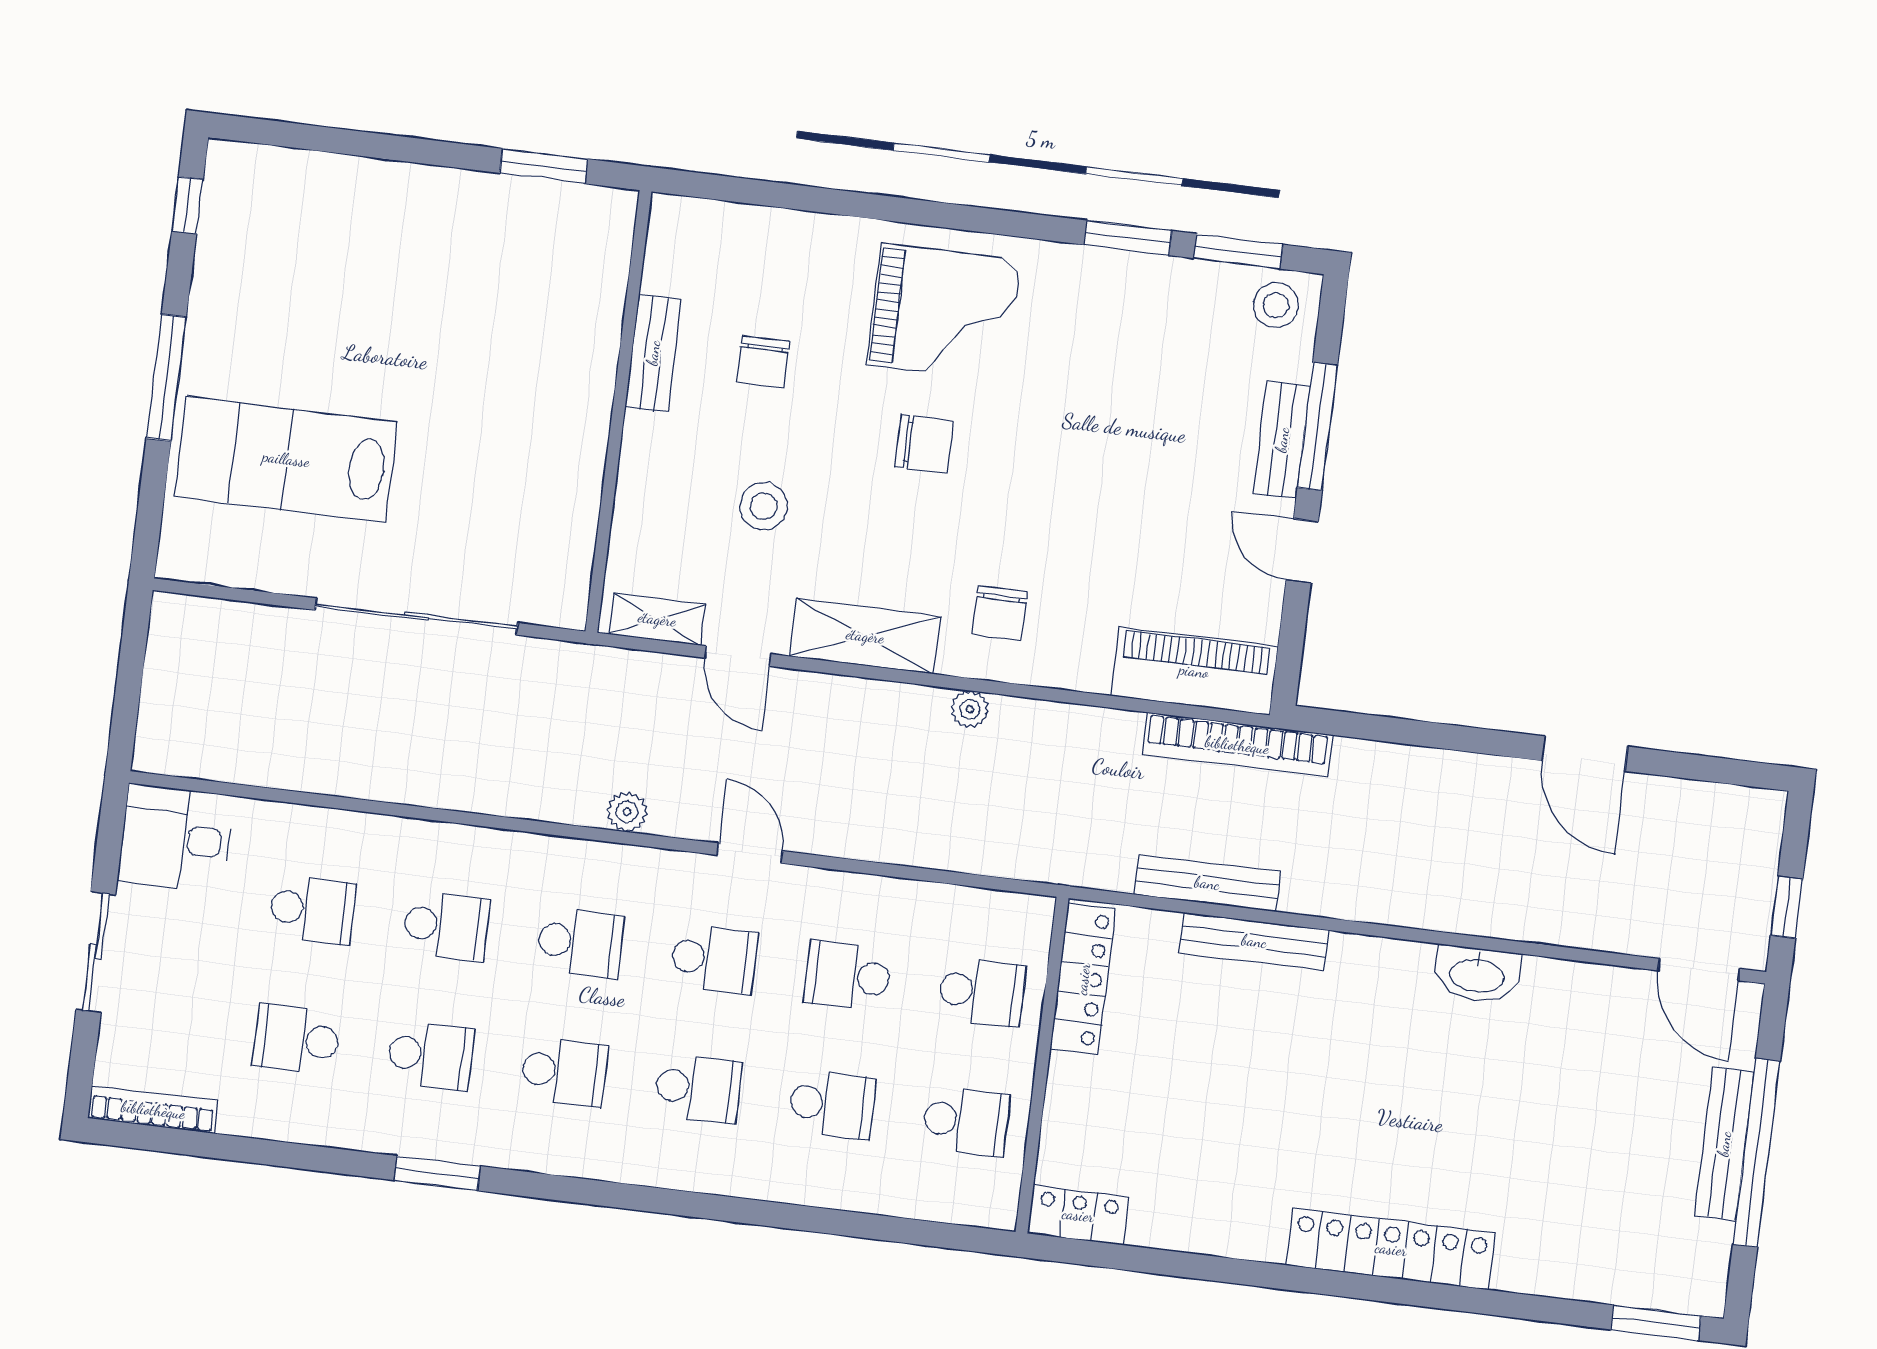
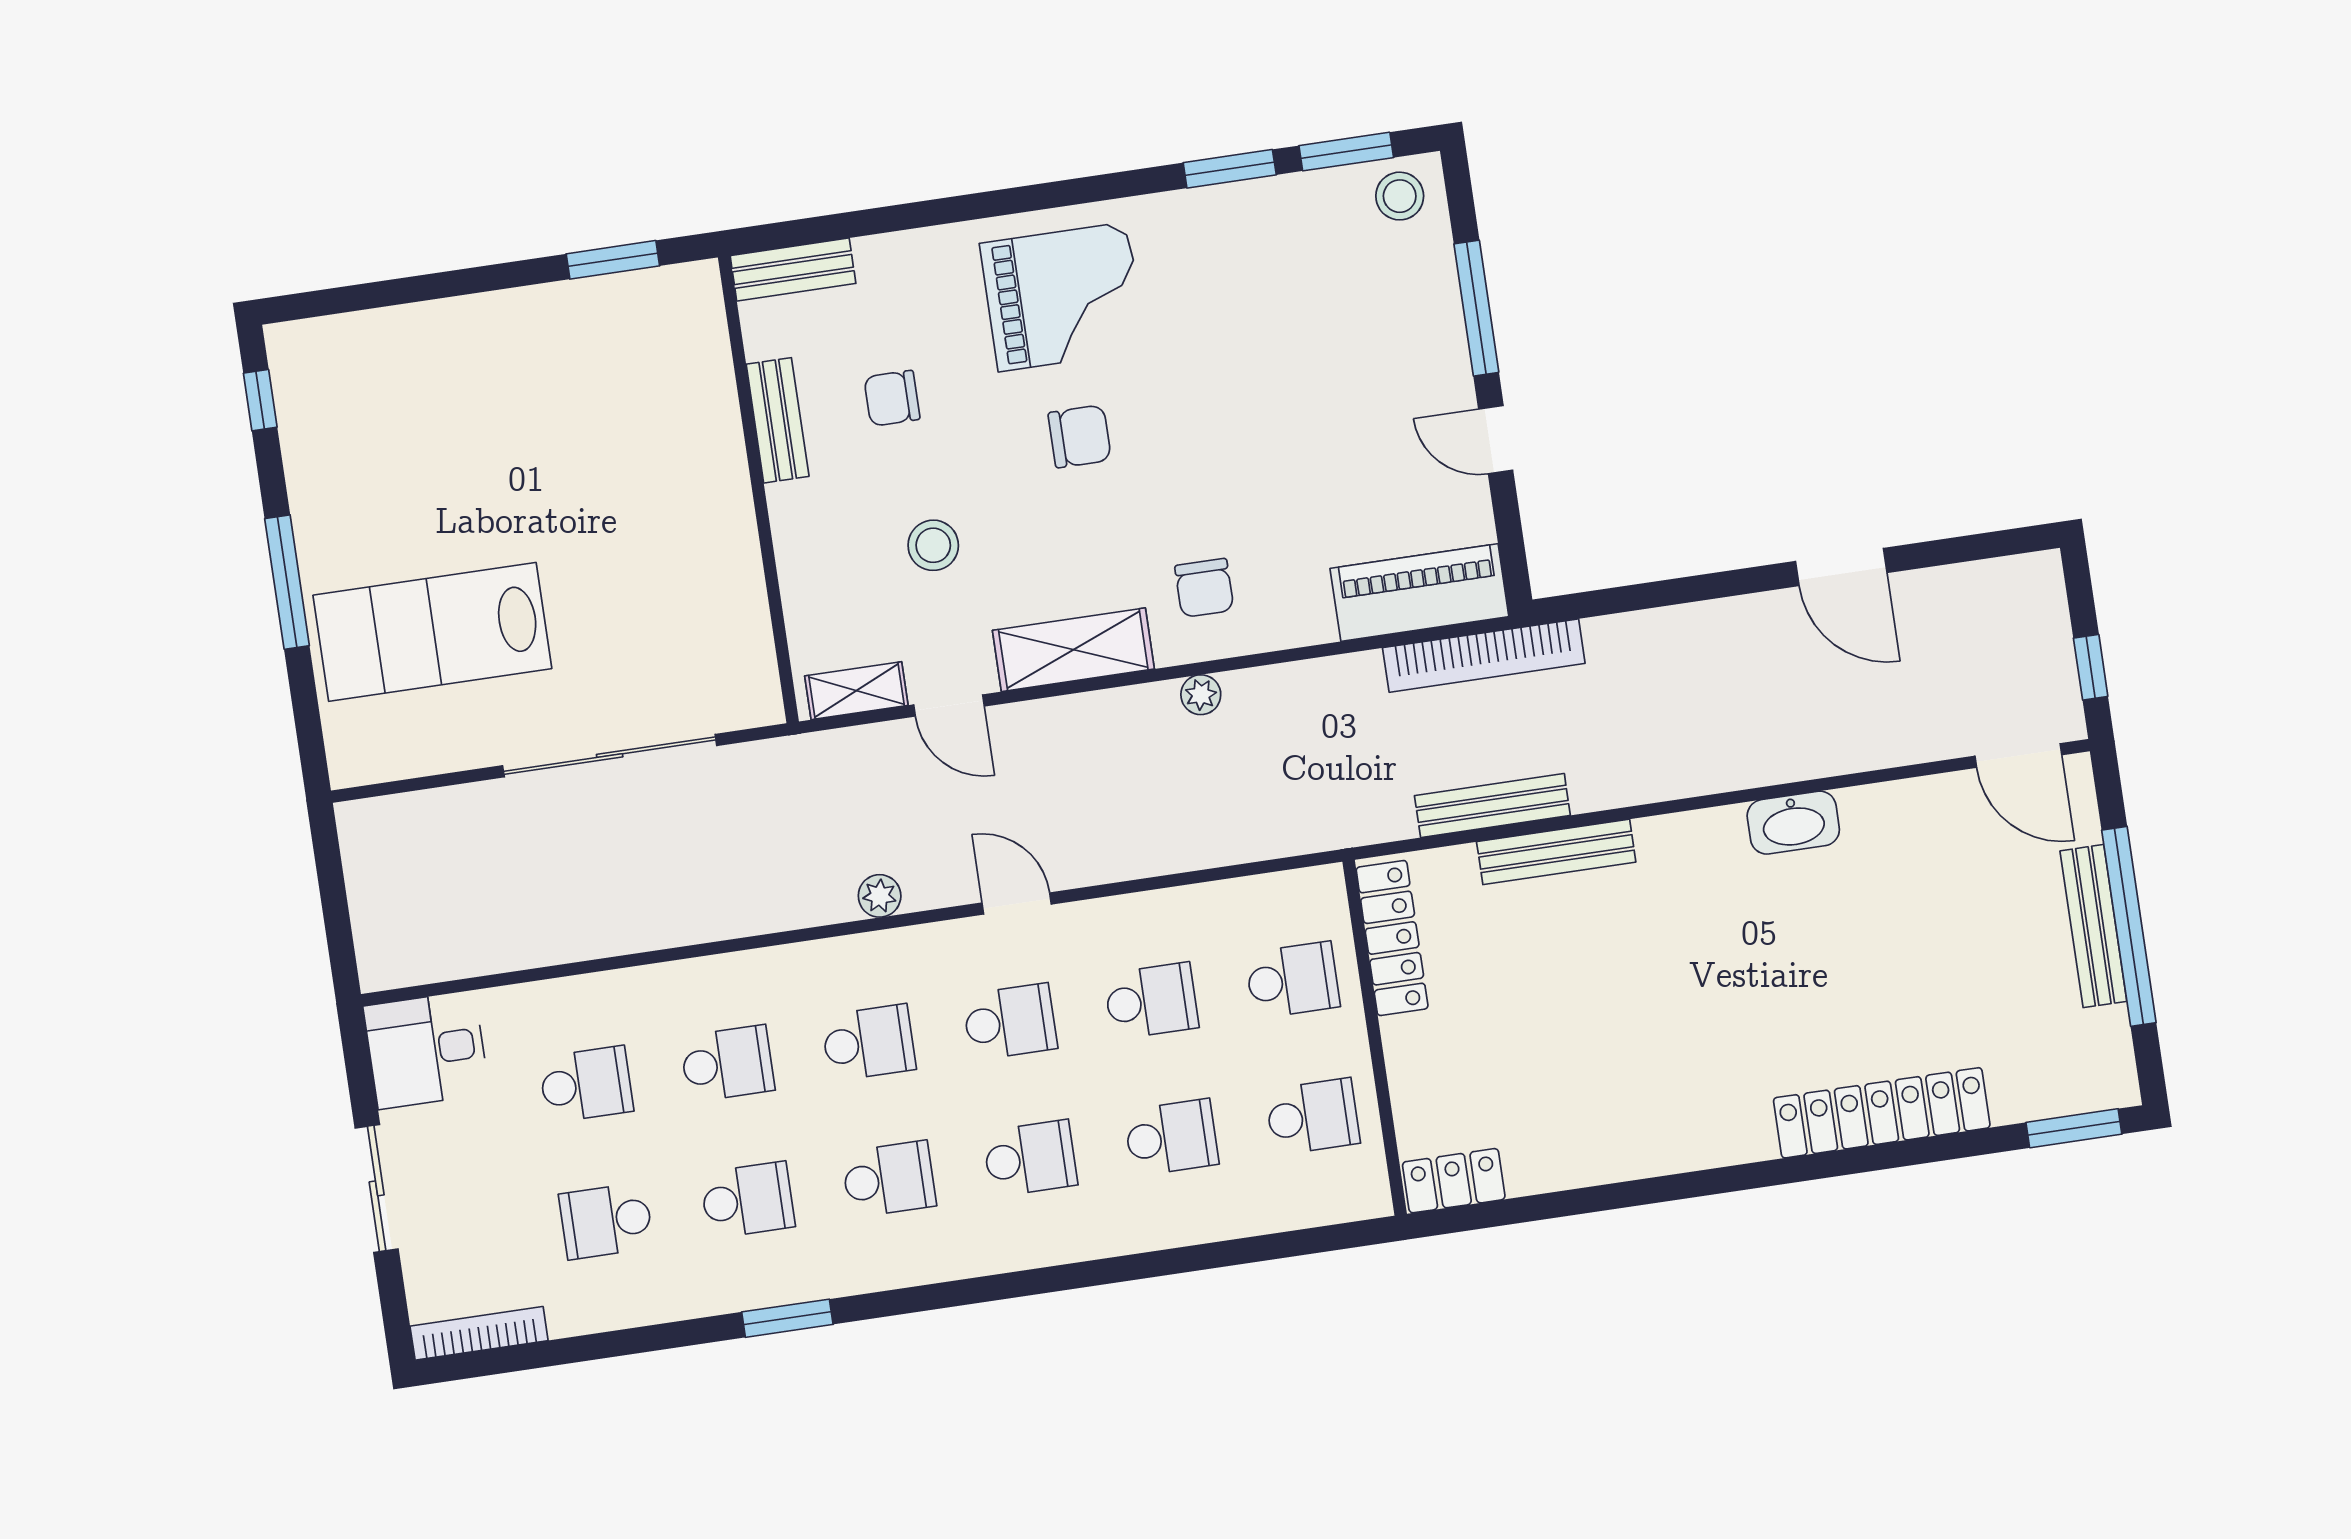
chair: (763, 362) -> (892, 398), turned 90
bench: (1282, 440) -> (793, 269), moved, turned 90
school desk: (848, 976) -> (1151, 1001), turned 180
locker: (1391, 1249) -> (1882, 1113), moved

